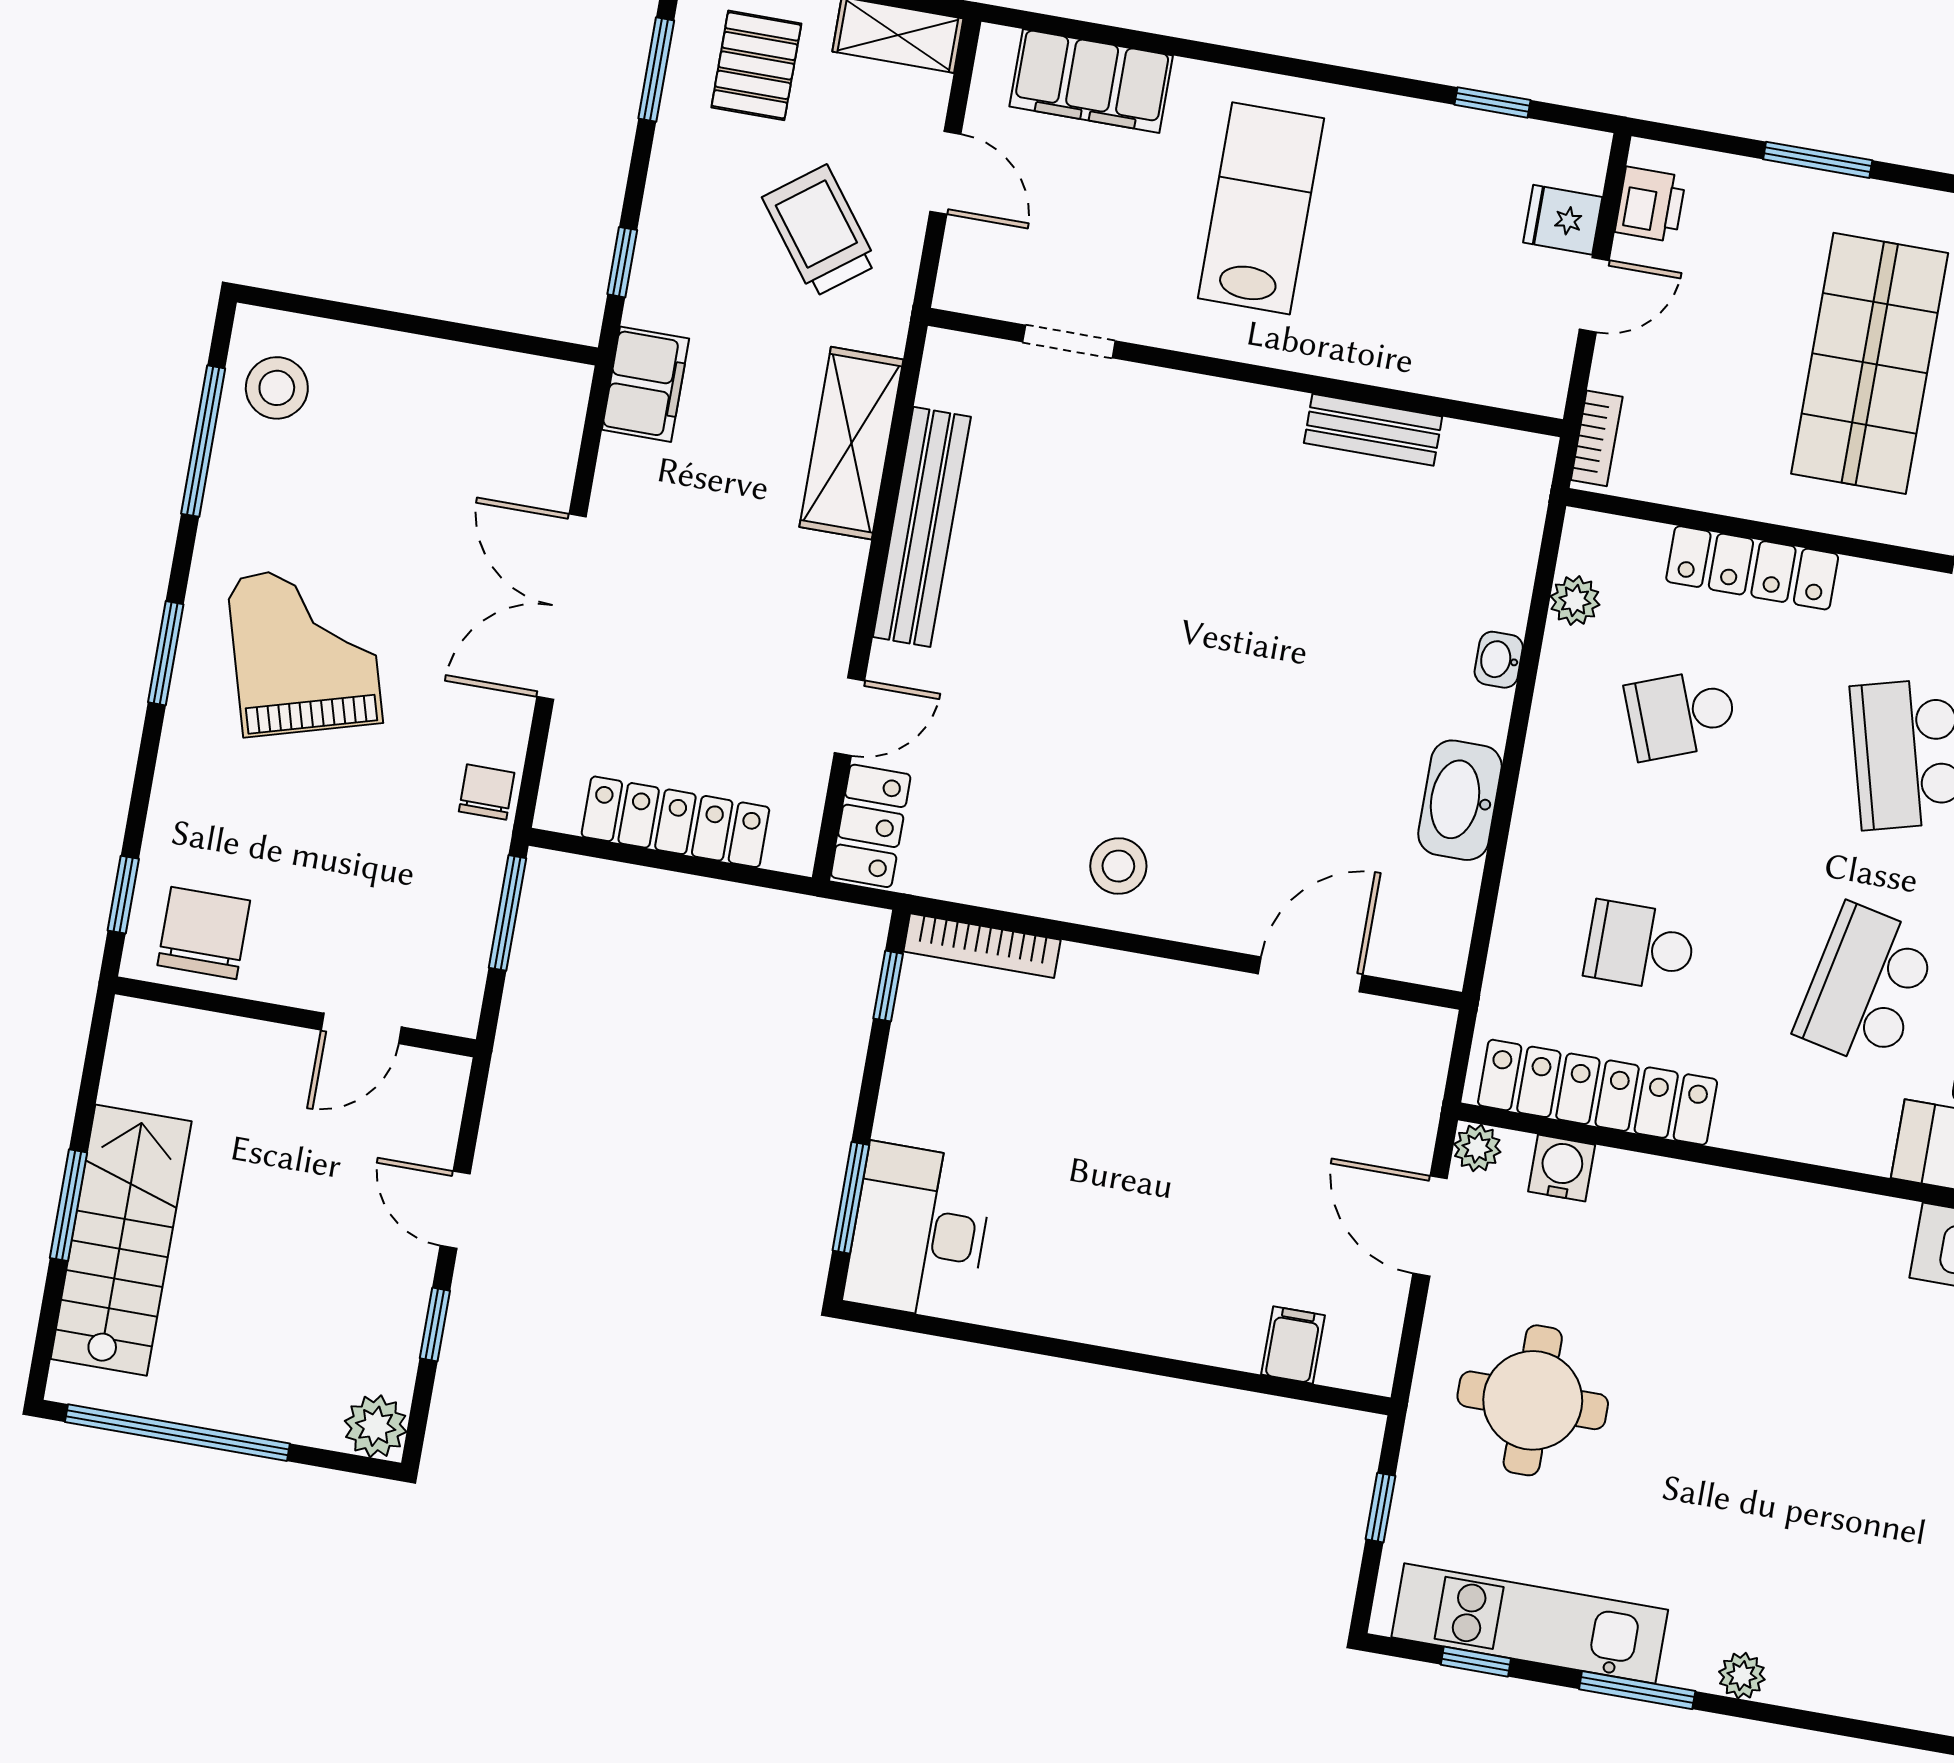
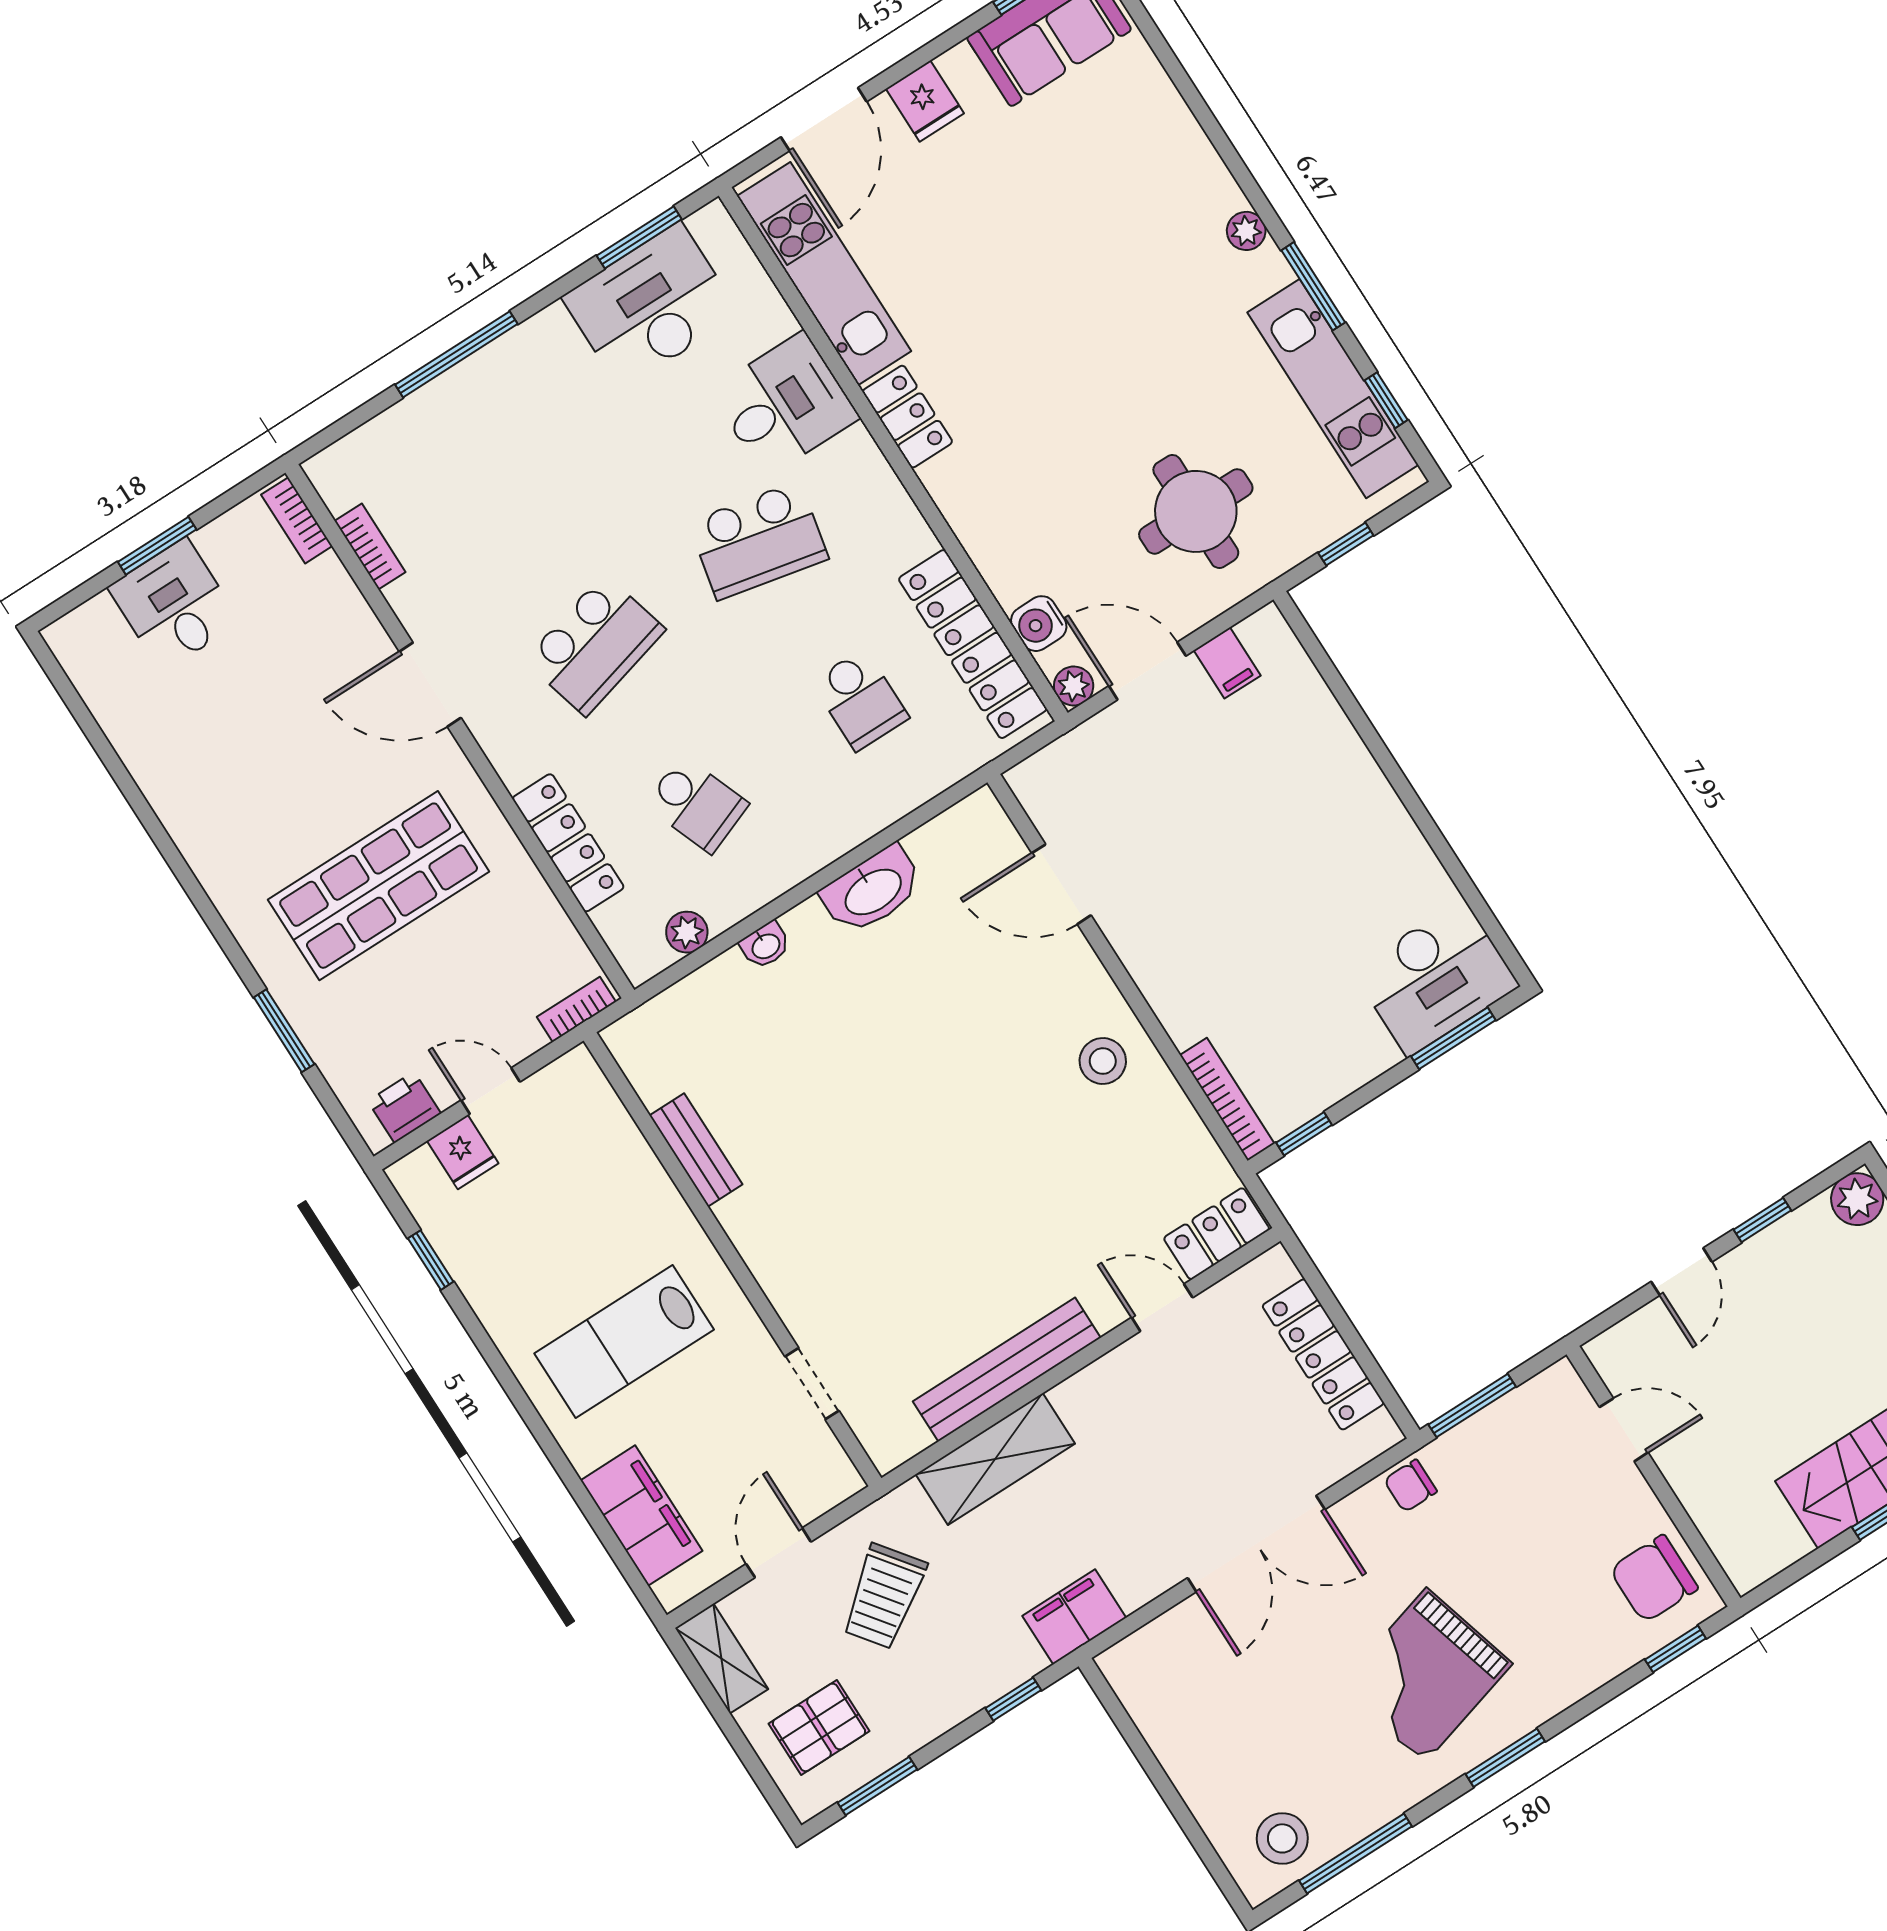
locker: (1854, 1221) -> (907, 417), added
door: (1430, 1226) -> (1147, 671), swing flipped
filing cabinet: (1293, 1345) -> (1227, 663), moved, turned -90

